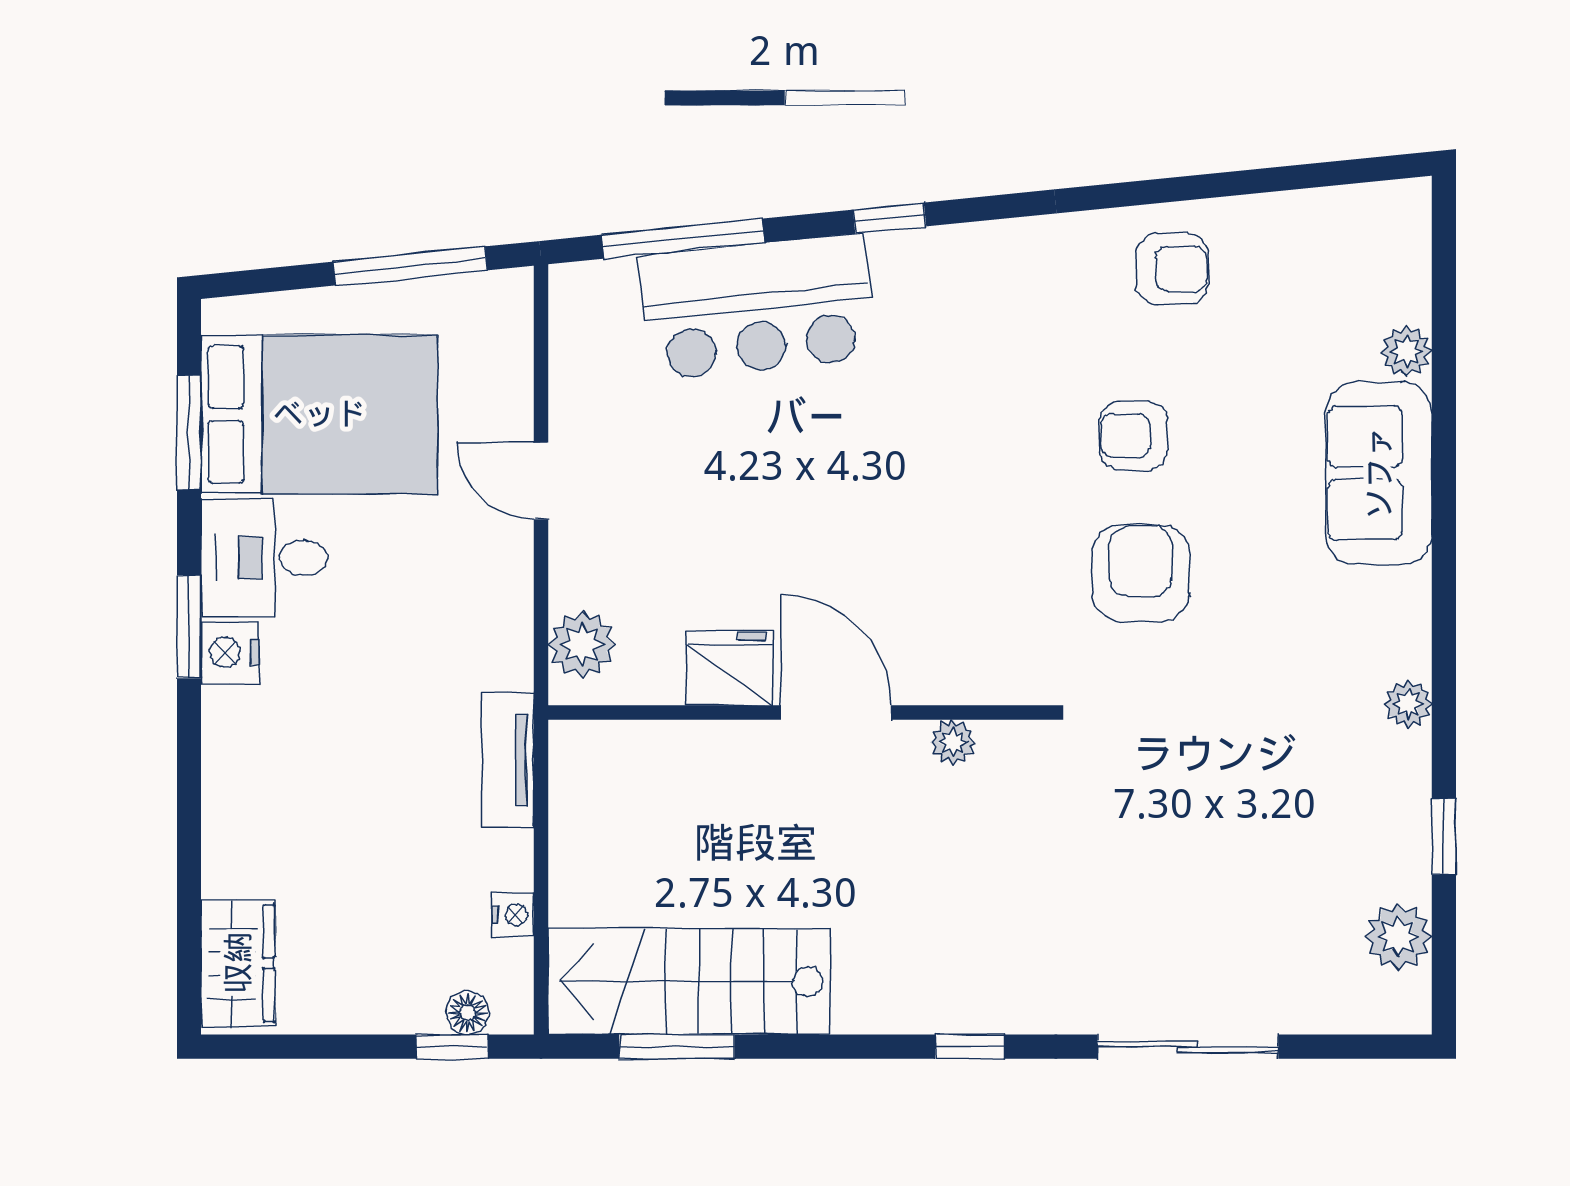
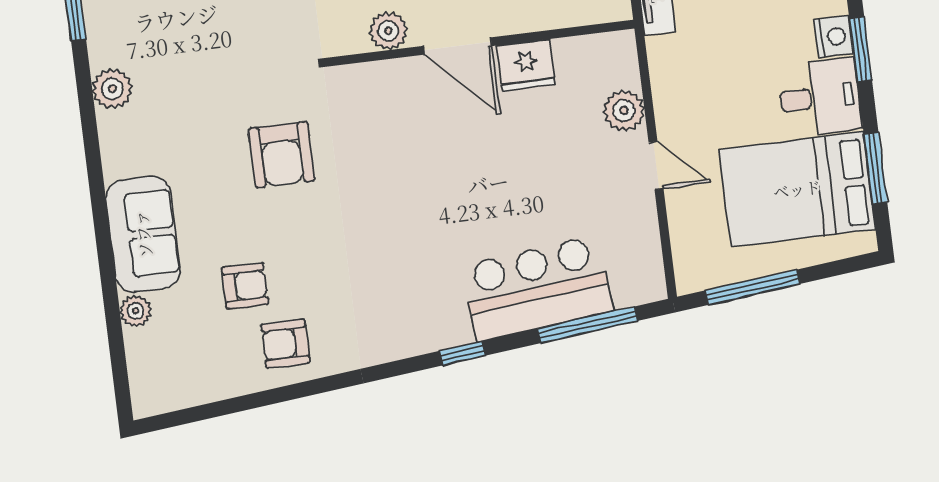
armchair: (1134, 436) -> (245, 286), moved
plant: (582, 645) -> (624, 110), moved
plant: (1408, 704) -> (112, 89), width x1.38, depth x1.38
plant: (953, 742) -> (388, 31), width x1.38, depth x1.38

